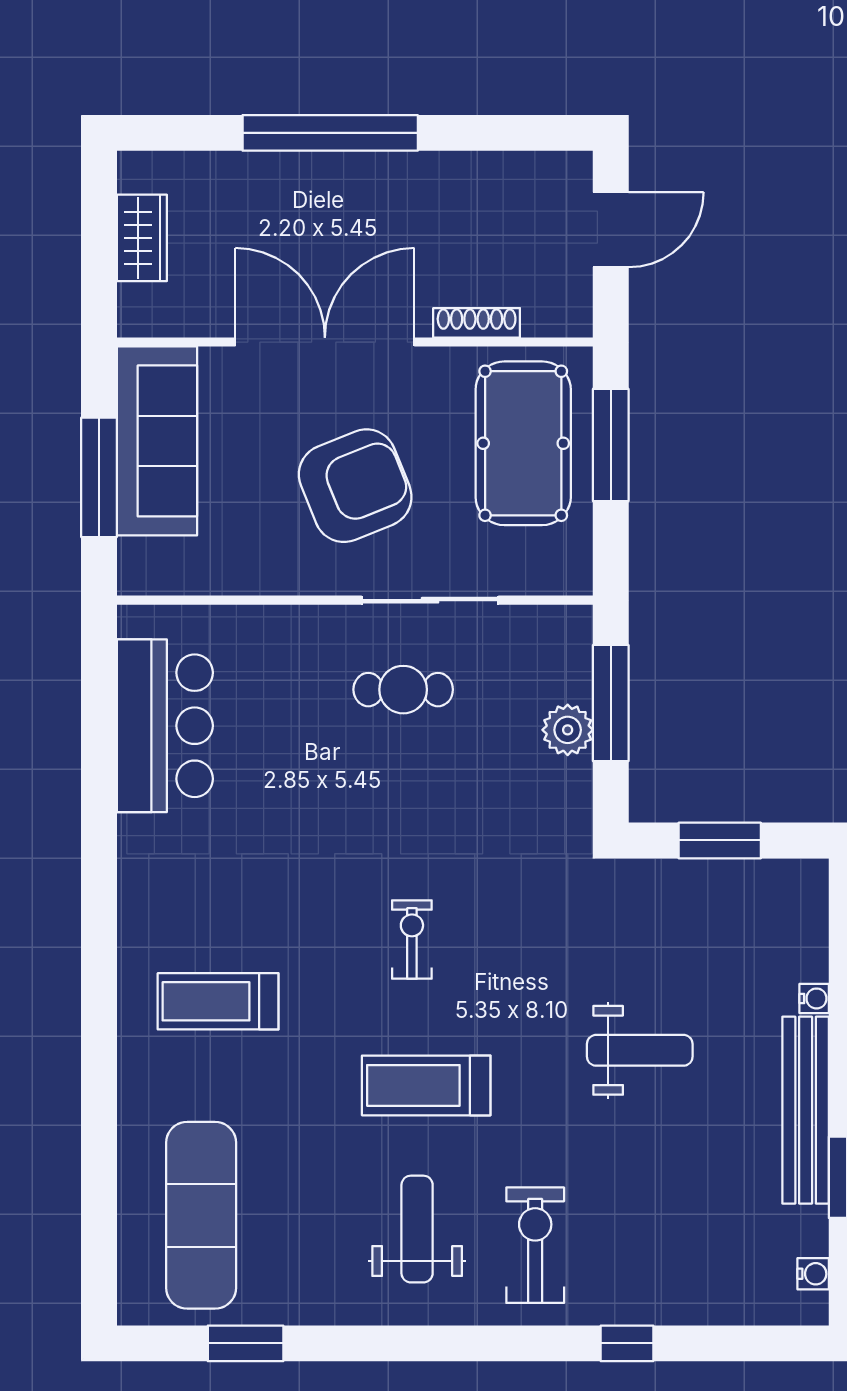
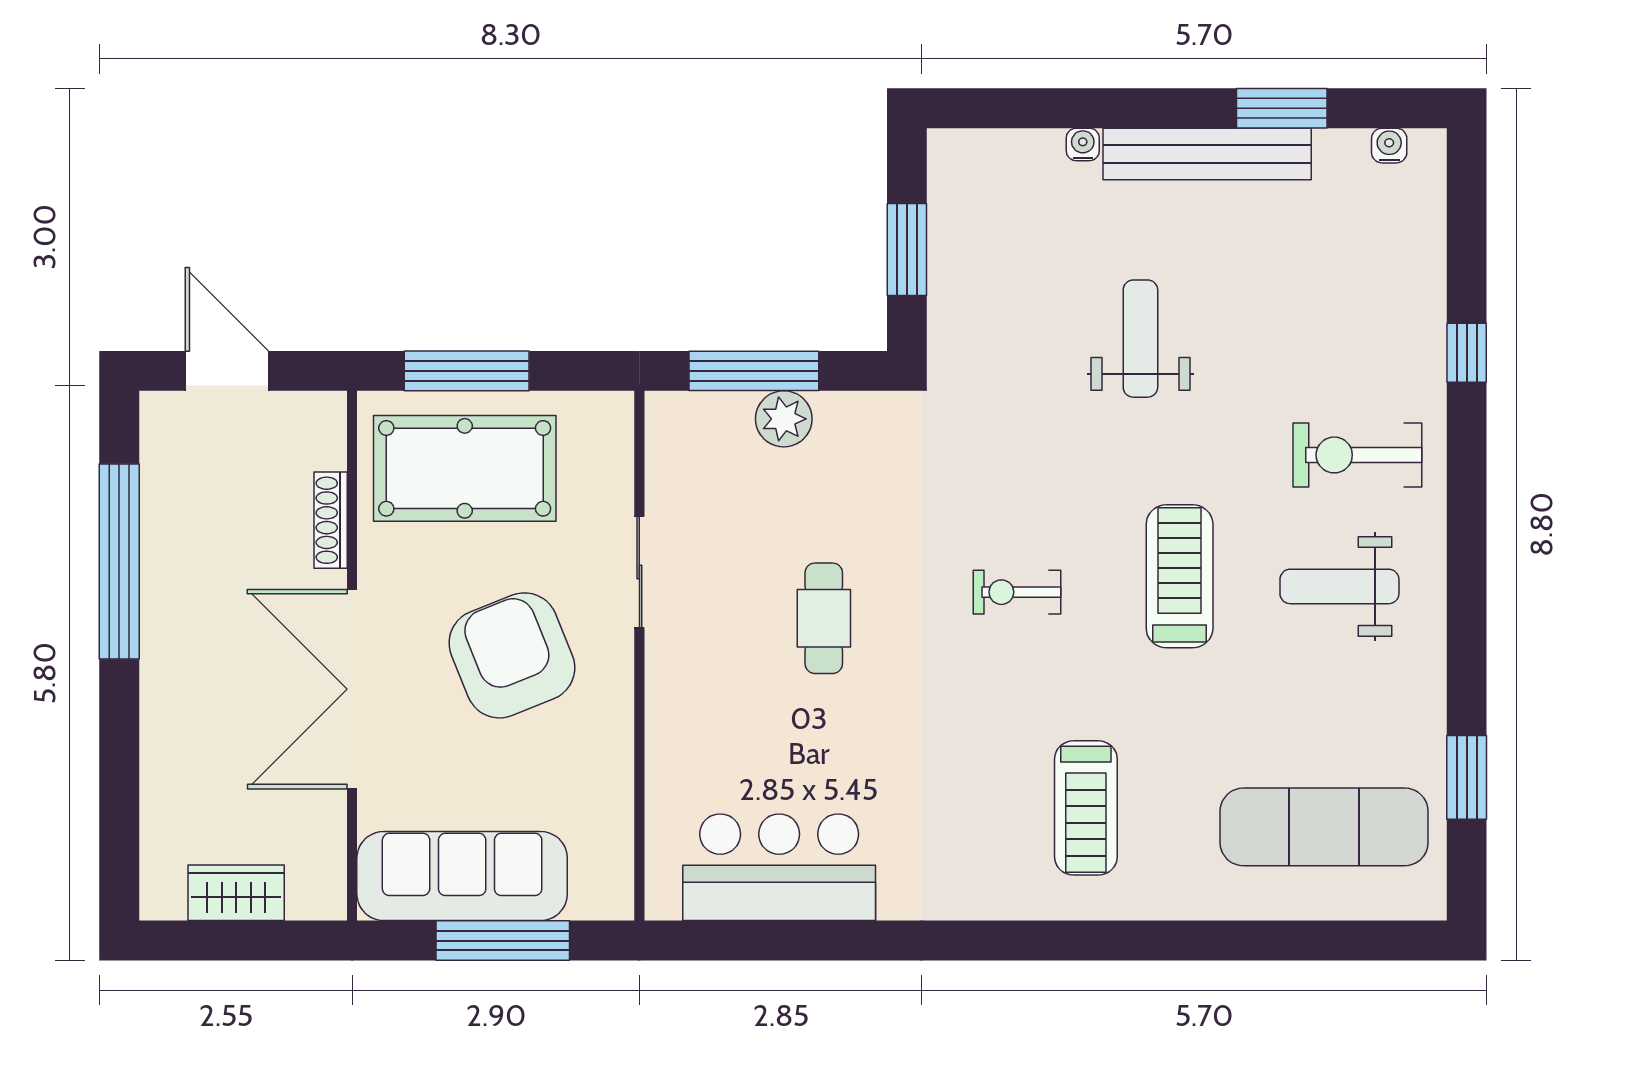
window: (330, 133) -> (119, 562), moved
sliding door: (430, 600) -> (639, 572), width x0.73
cafe table: (403, 690) -> (824, 618), moved
treadmill: (426, 1085) -> (1180, 576), turned 180

